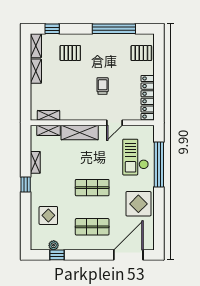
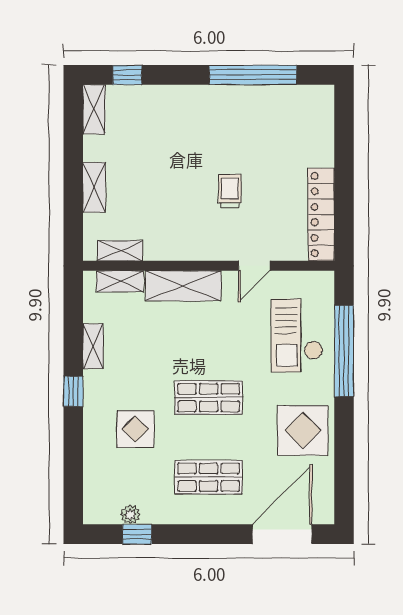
pallet: (70, 53) -> (164, 124), removed
pallet: (141, 53) -> (309, 124), removed
shelving: (36, 71) -> (94, 187), moved
display table: (48, 215) -> (135, 429), moved

